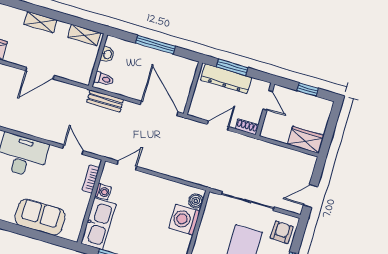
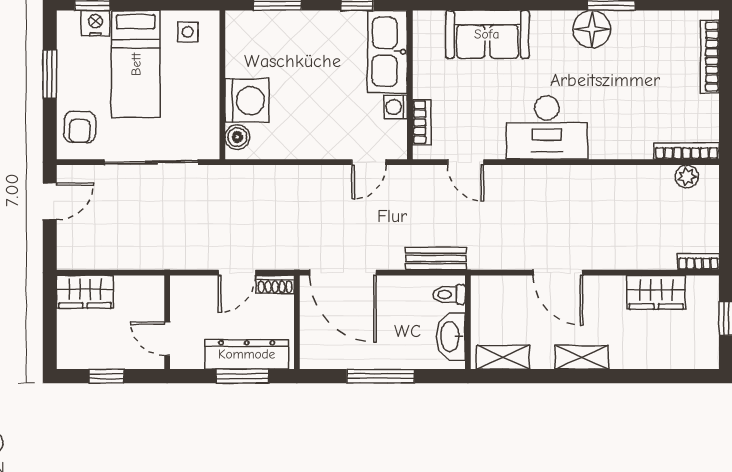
washbasin: (107, 54) -> (451, 337), width x1.91, depth x1.45
door: (40, 73) -> (558, 273), swing flipped
shoe rack: (247, 127) -> (275, 285), moved

